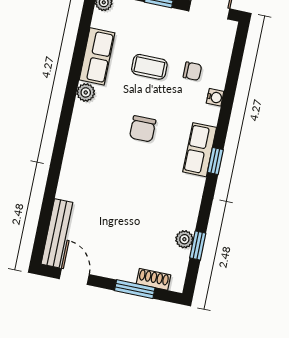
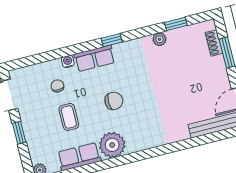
plant: (86, 92) -> (112, 145), width x1.87, depth x1.87
row of seats: (200, 150) -> (94, 58), moved
plant: (184, 239) -> (160, 39), moved

